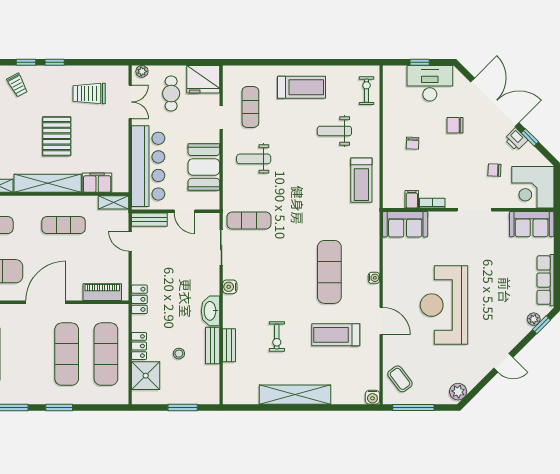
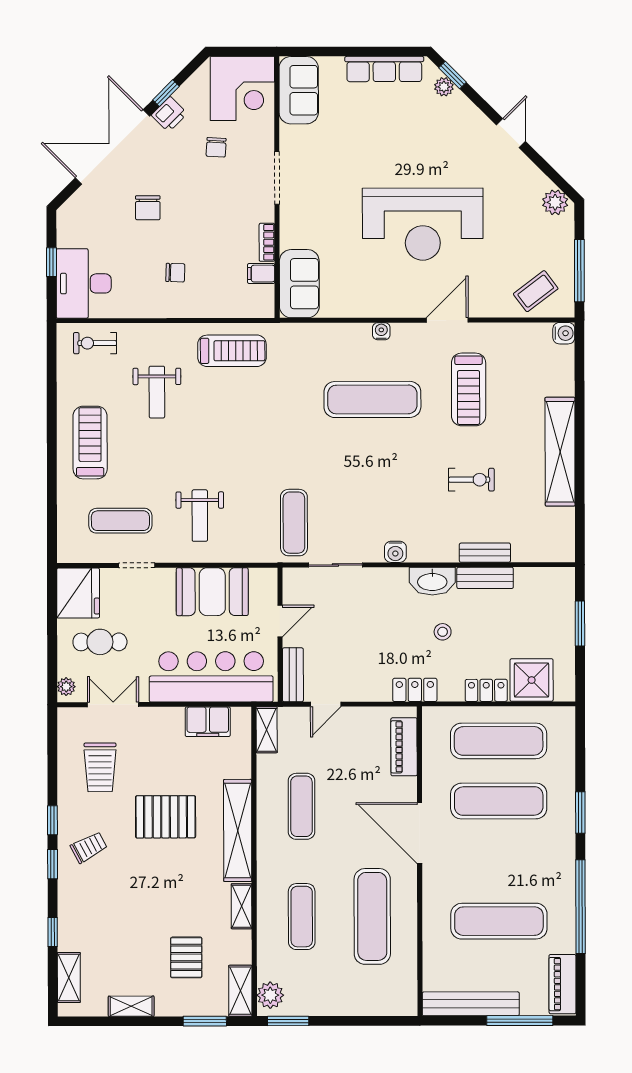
desk: (430, 83) -> (84, 283), moved
trolley: (17, 85) -> (89, 847), moved
filing cabinet: (97, 183) -> (208, 722), moved, turned -90
stool: (179, 354) -> (443, 632), moved

